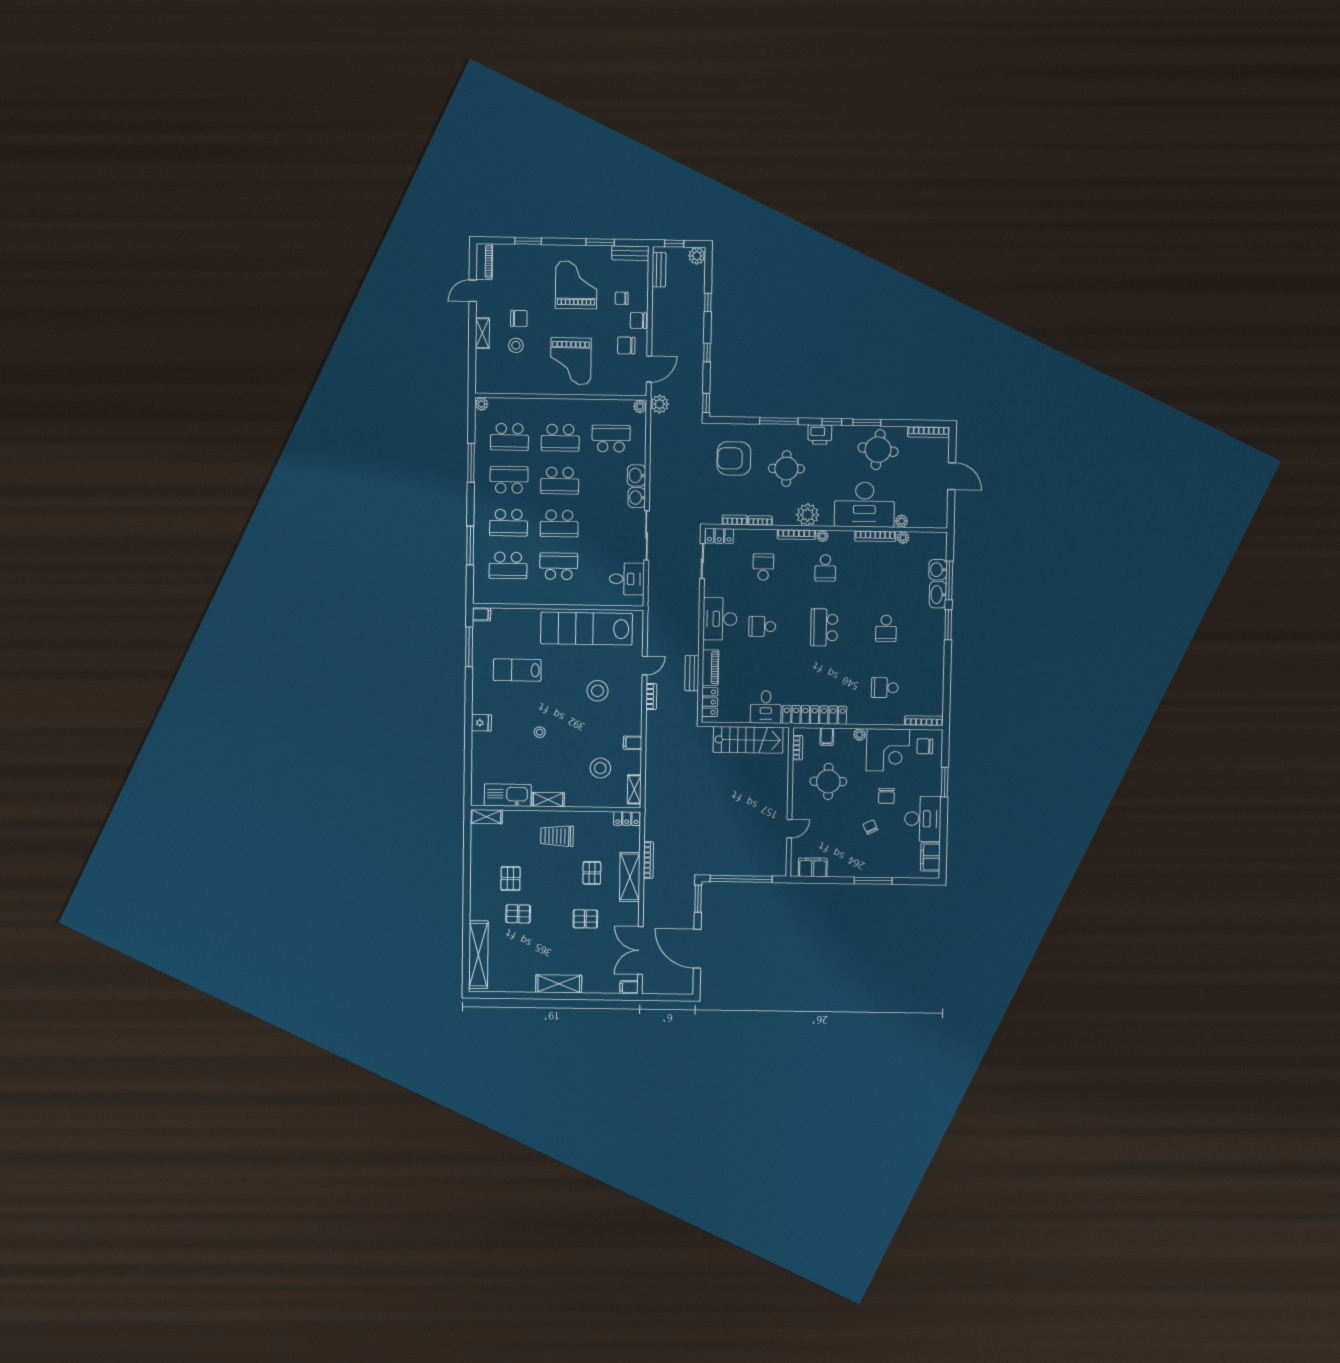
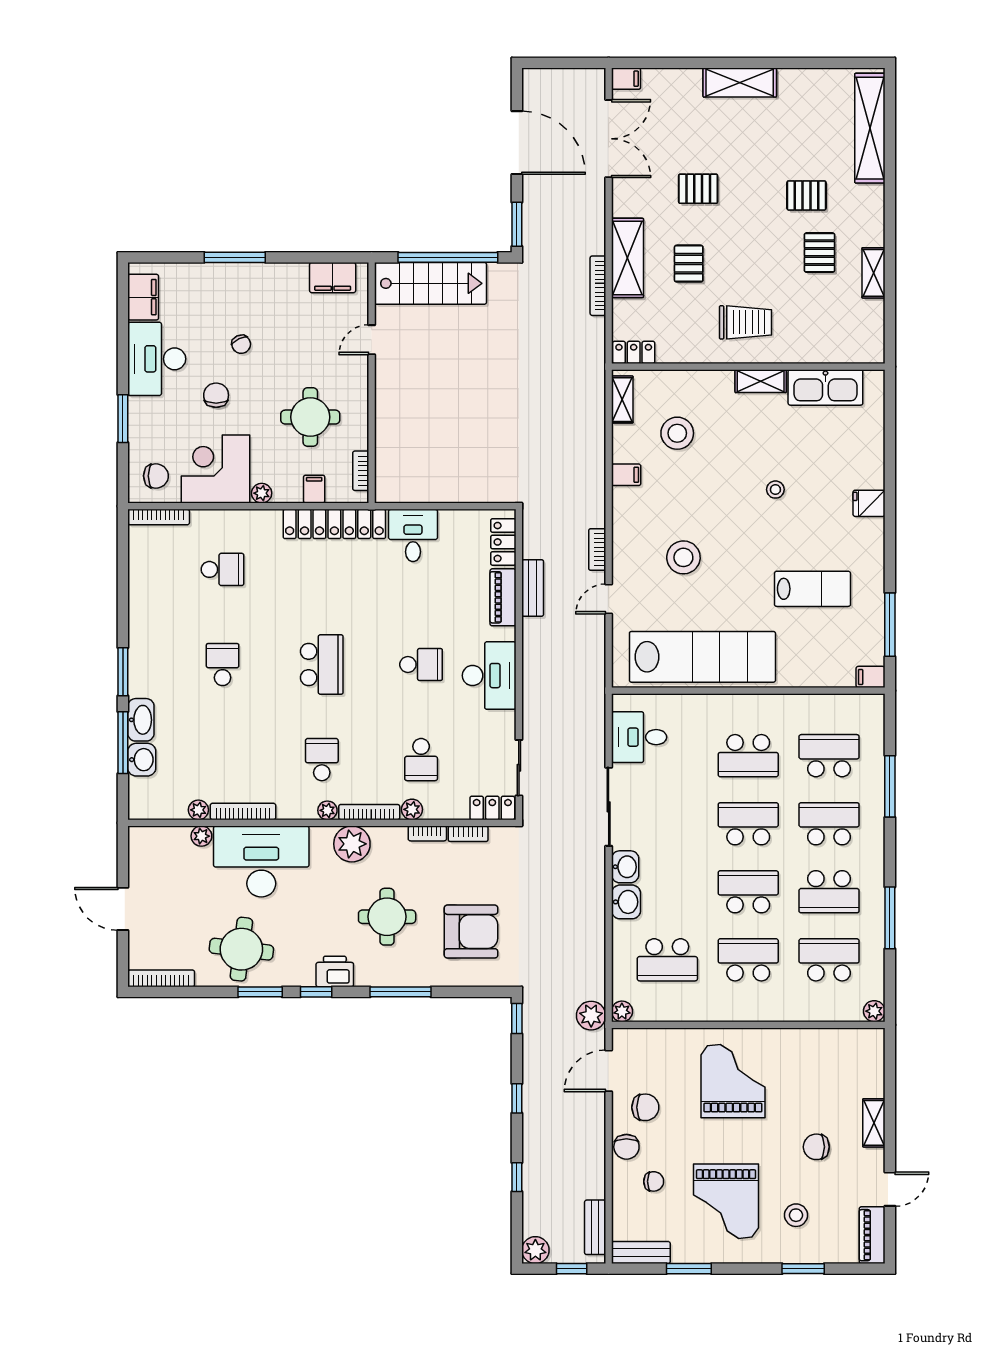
chair: (638, 321) -> (626, 1147), turned 90
stool: (516, 345) -> (796, 1215), moved
plant: (770, 536) -> (412, 809), added
stairs: (748, 740) -> (430, 283), moved, turned 180
shelving: (486, 817) -> (873, 273), moved, turned 90

